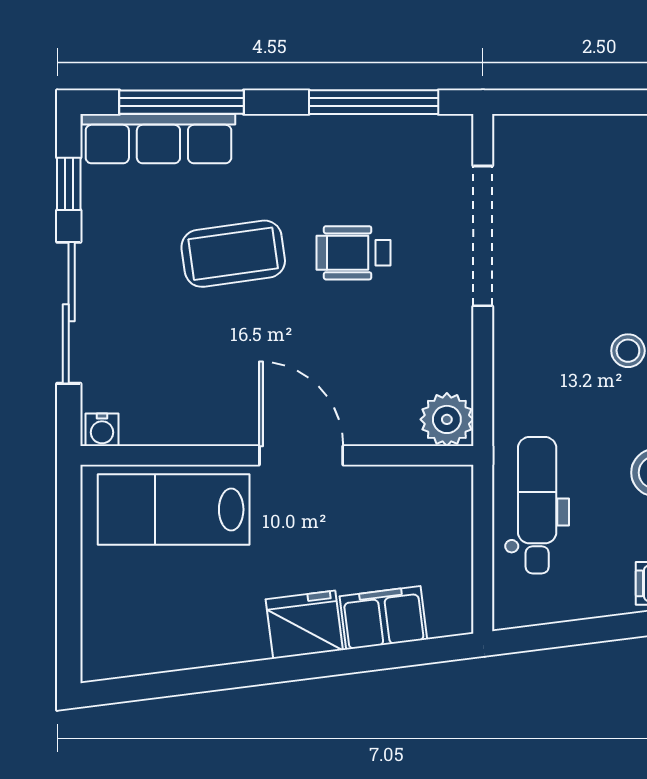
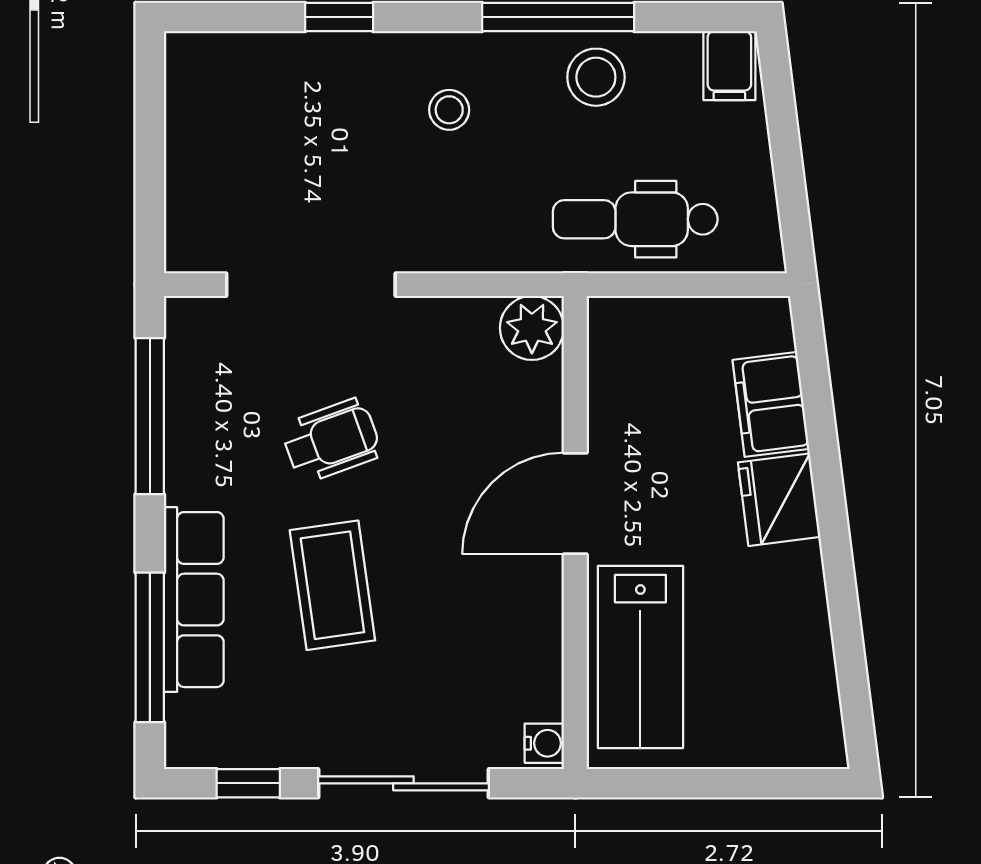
row of seats: (158, 139) -> (194, 600), moved
wheelchair: (353, 253) -> (331, 440), turned -110

